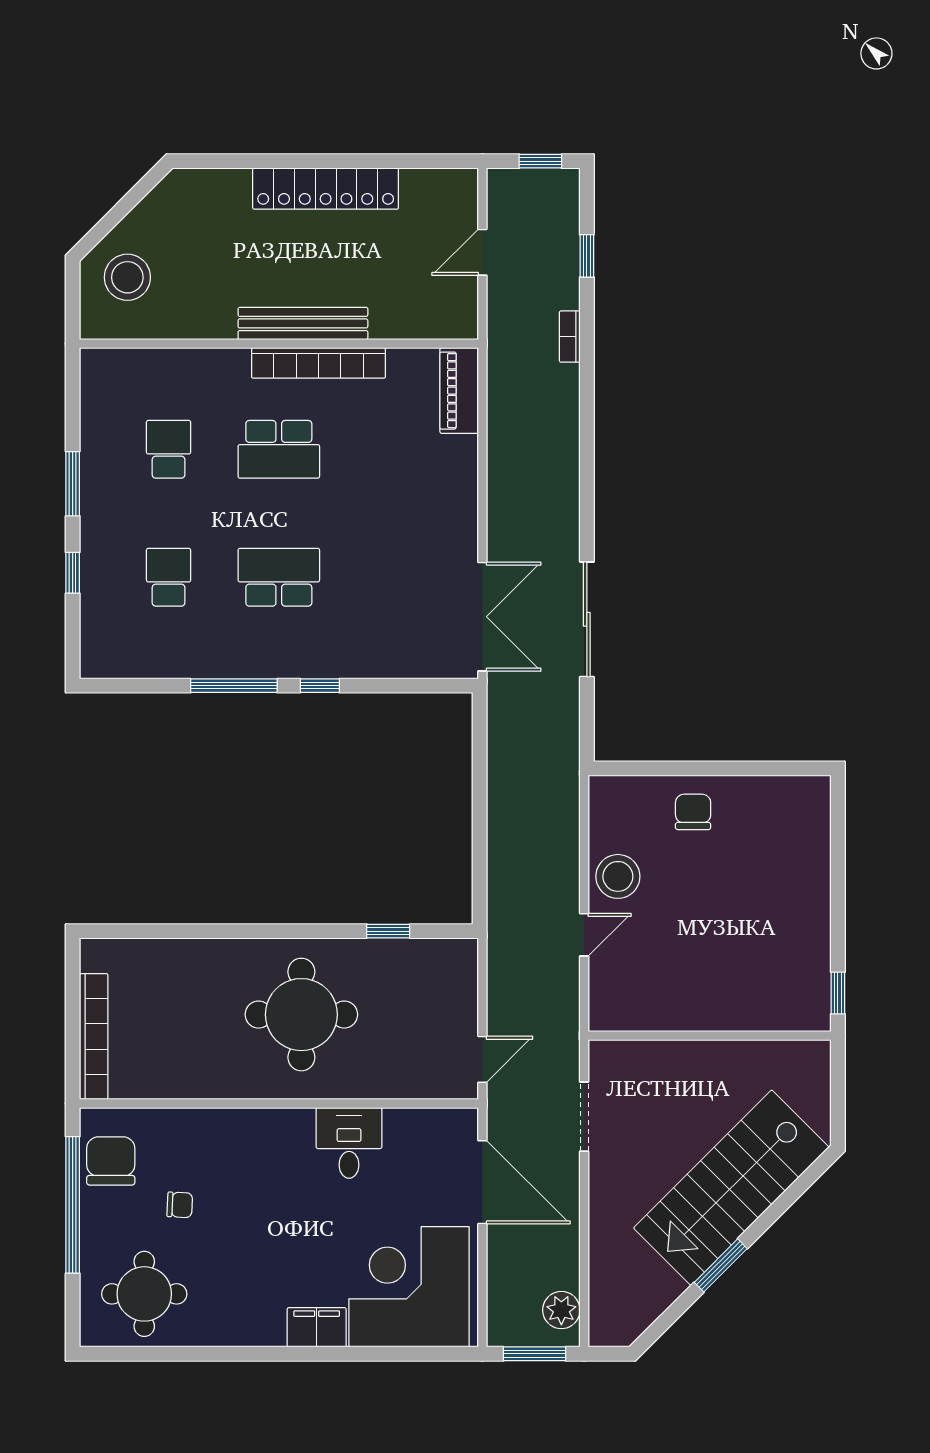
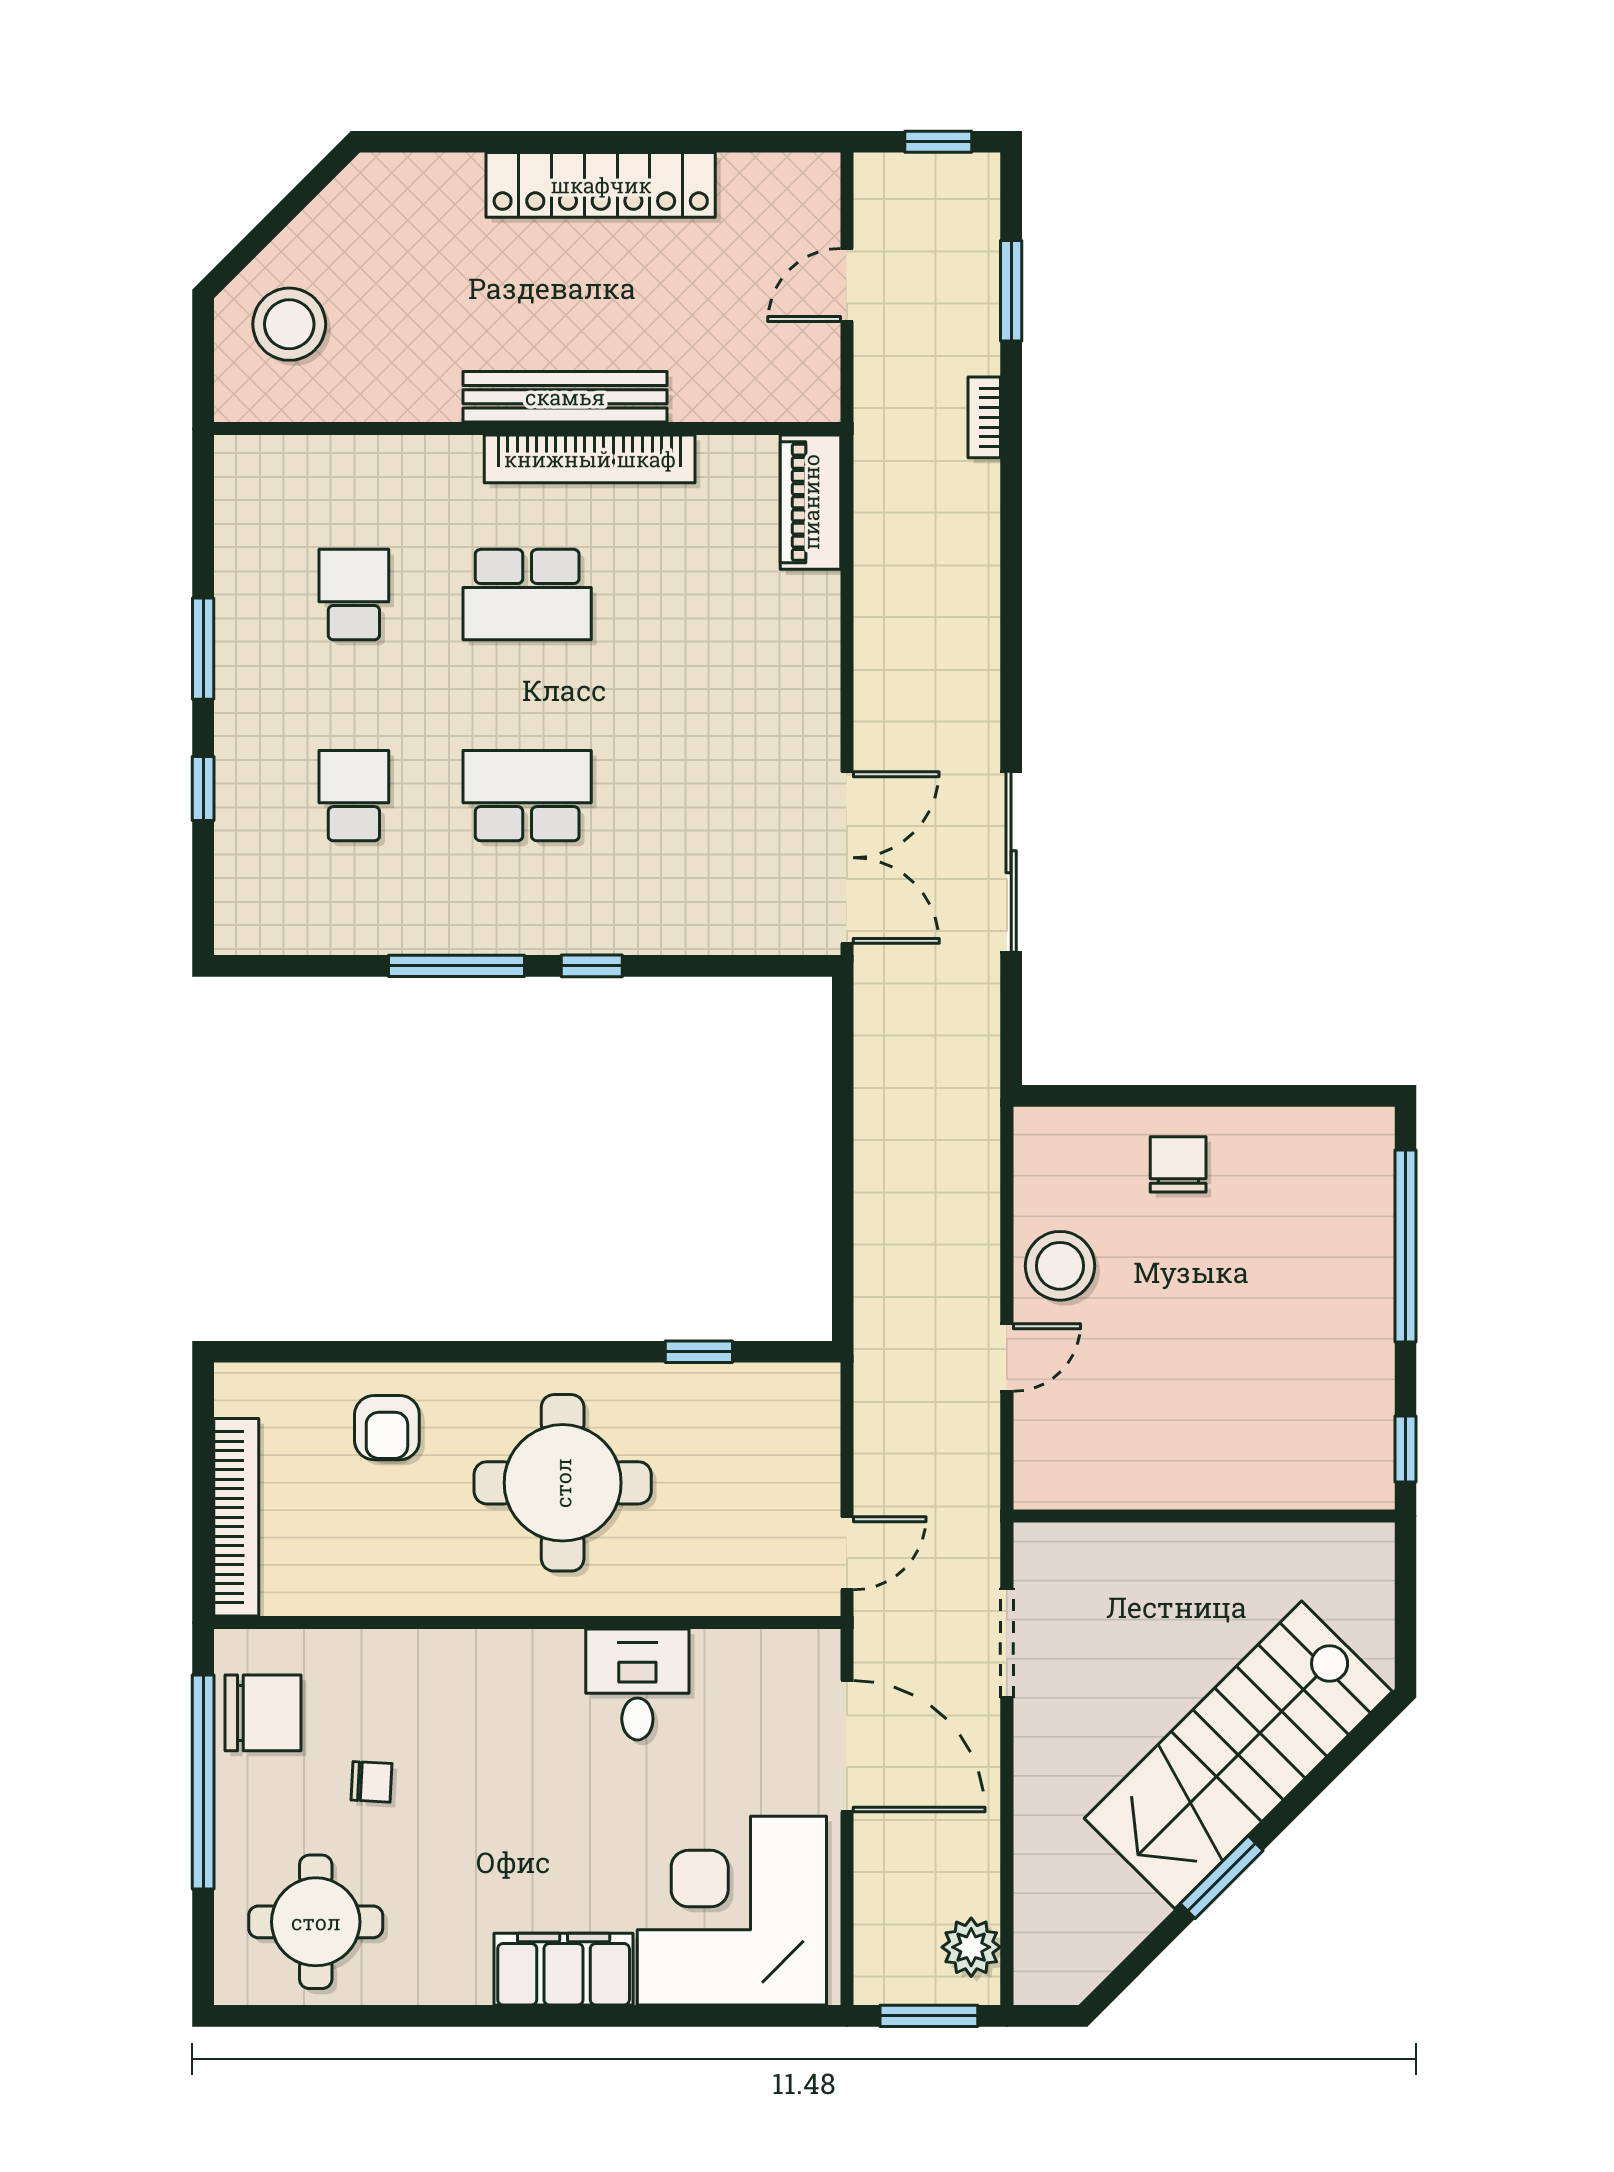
window: (587, 256) -> (1011, 291), width x1.50
window: (838, 864) -> (1406, 1246), added
armchair: (190, 979) -> (387, 1428), added
chair: (111, 1161) -> (263, 1713), turned 90
filing cabinet: (317, 1327) -> (564, 1969), width x1.50, depth x1.17

